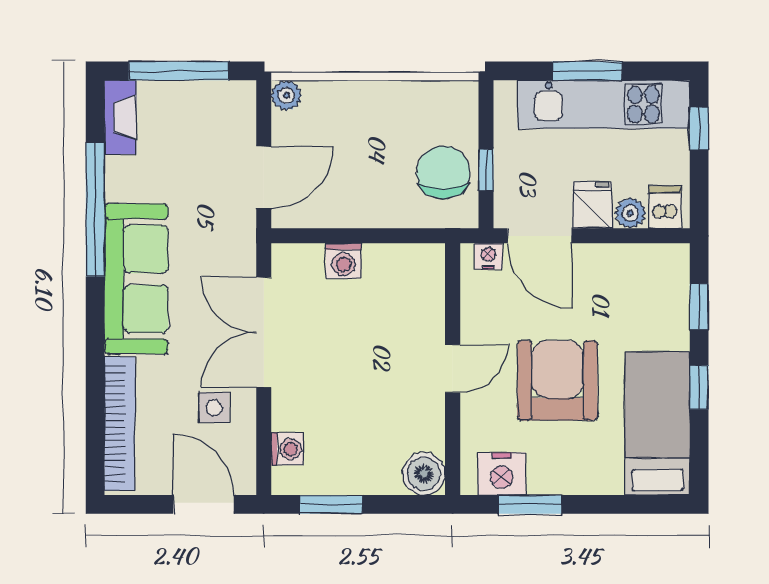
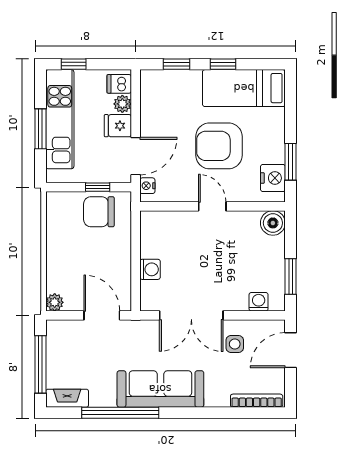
bookcase: (120, 424) -> (257, 401), width x0.68, depth x0.76

